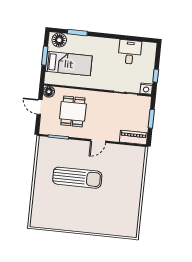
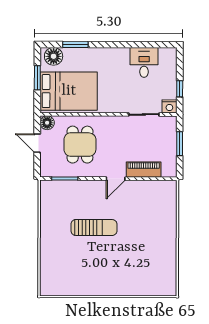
bed: (69, 64) -> (69, 91), width x1.50
piano: (133, 137) -> (144, 170), moved
sun lounger: (77, 178) -> (94, 227), width x0.73, depth x0.75

